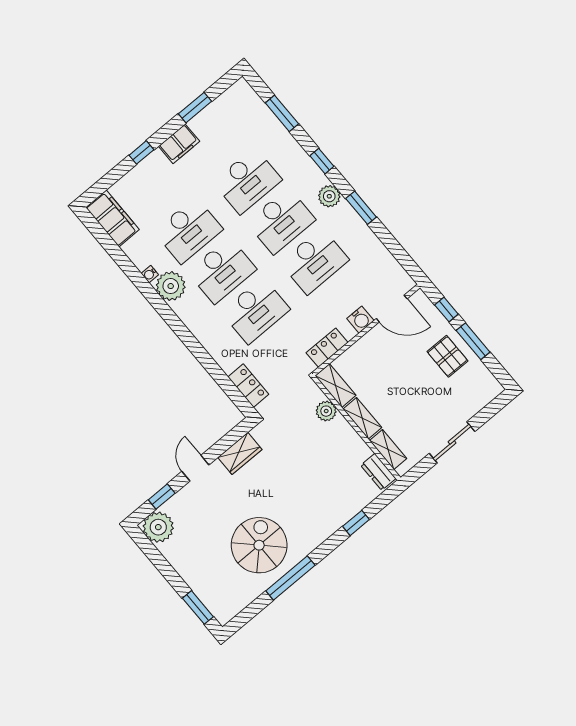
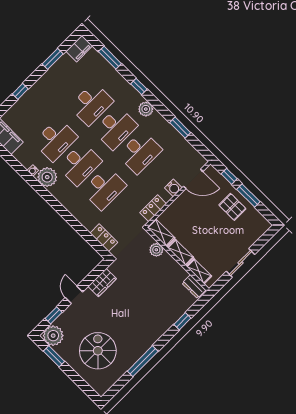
filing cabinet: (179, 144) -> (79, 49), moved
window: (361, 208) -> (180, 128), moved
spiral stairs: (259, 545) -> (98, 351), moved
window: (198, 607) -> (54, 356), moved

